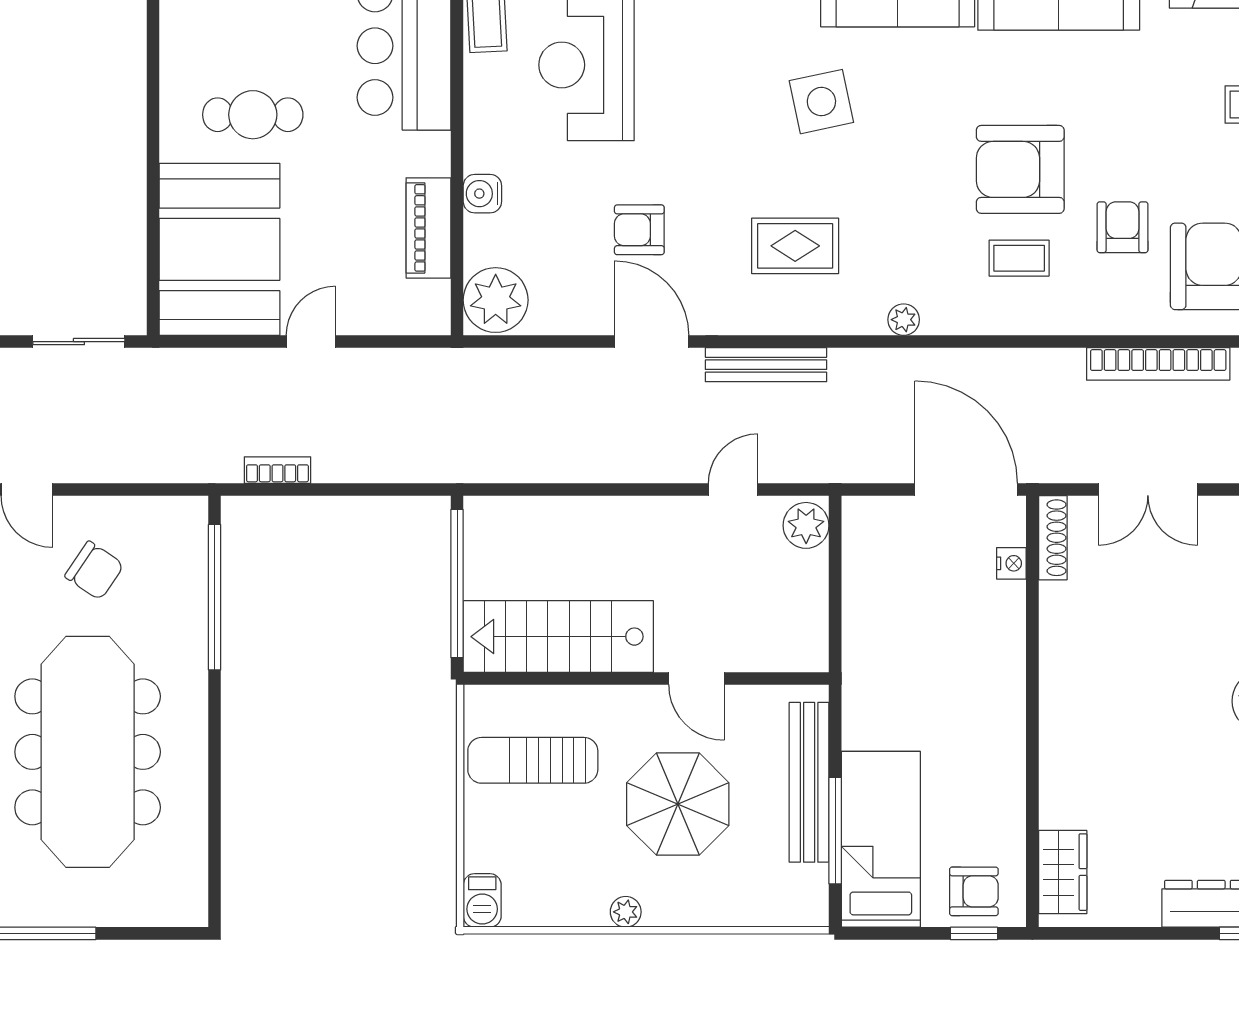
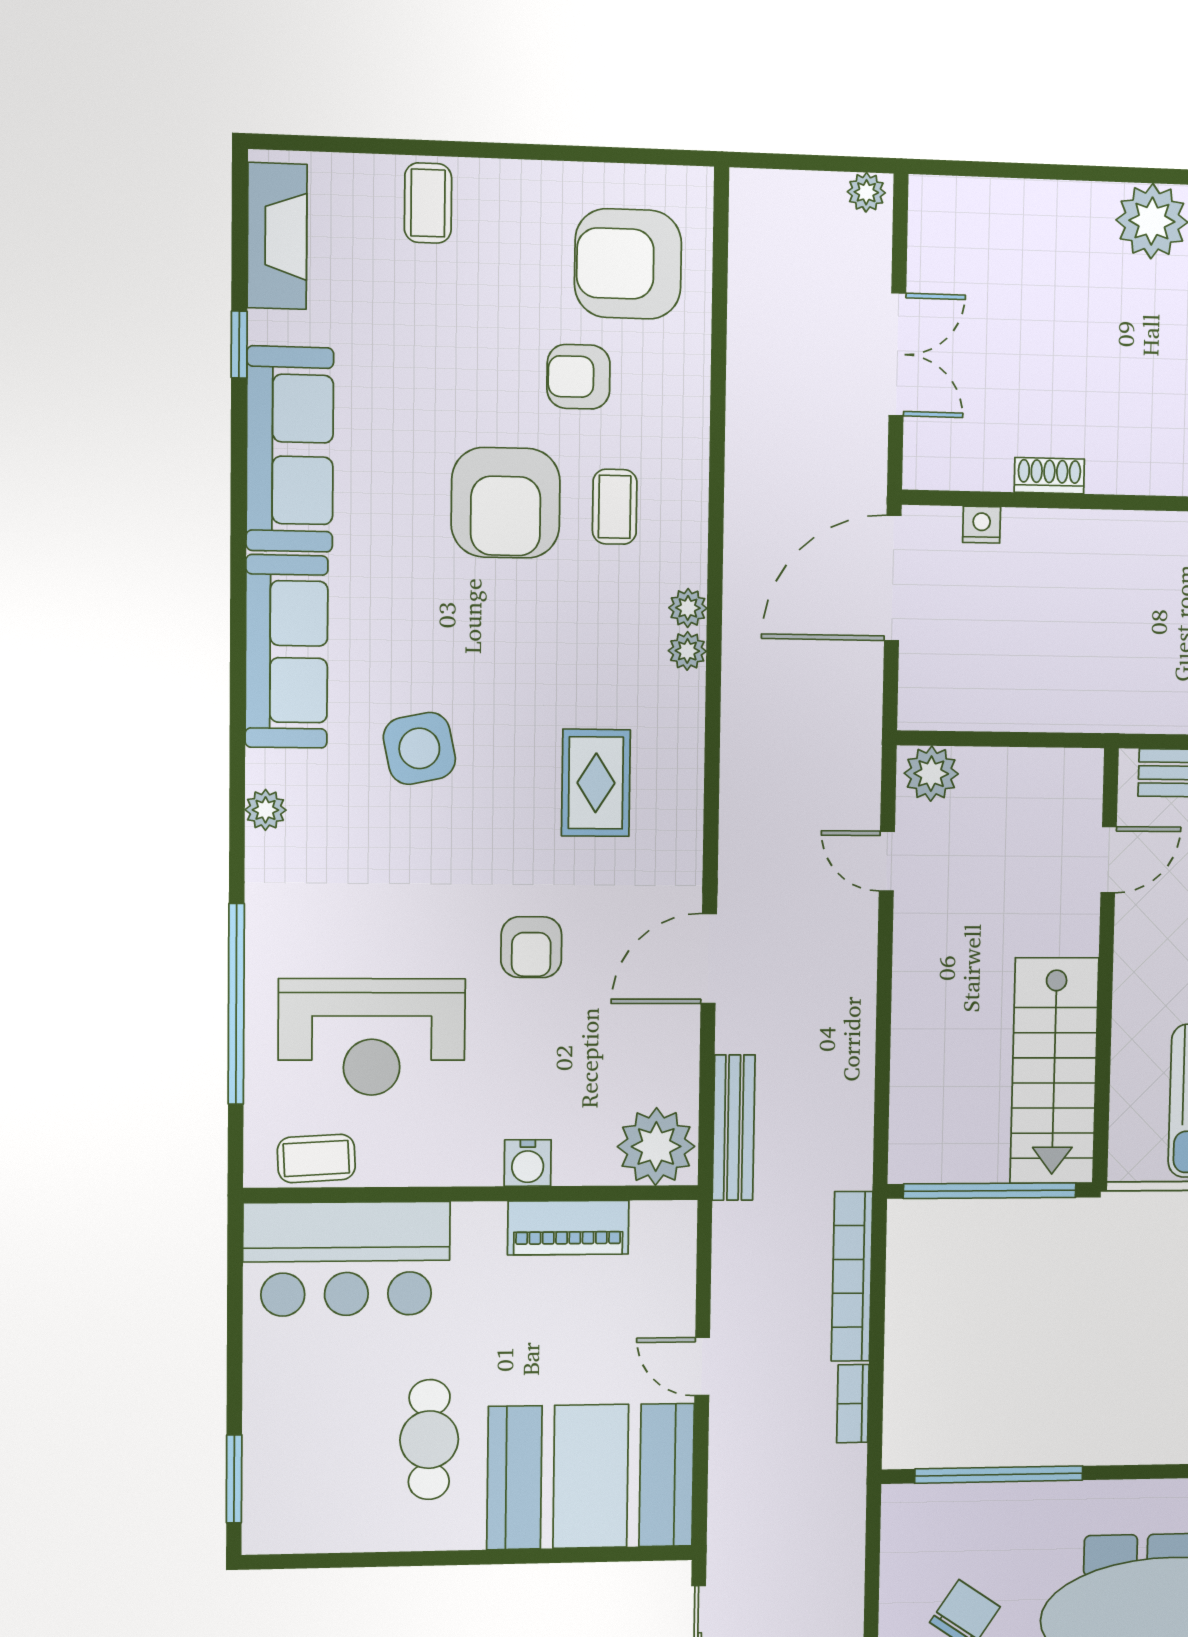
armchair: (639, 230) -> (531, 947), moved
plant: (939, 320) -> (688, 608), added
bookcase: (1158, 364) -> (852, 1276), moved, turned 180
bench: (766, 365) -> (734, 1128), moved
shoe rack: (1053, 538) -> (1049, 476), moved, width x0.70
door: (697, 679) -> (1109, 860), moved

